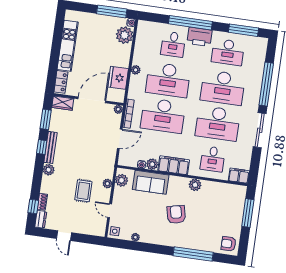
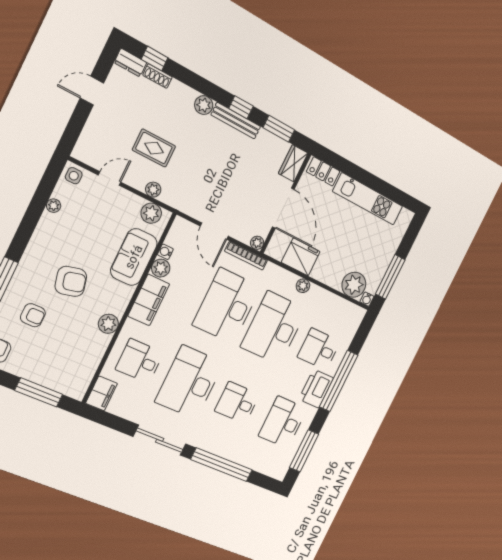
desk: (223, 88) -> (237, 403), width x0.53, depth x0.77
armchair: (202, 230) -> (33, 315), added

